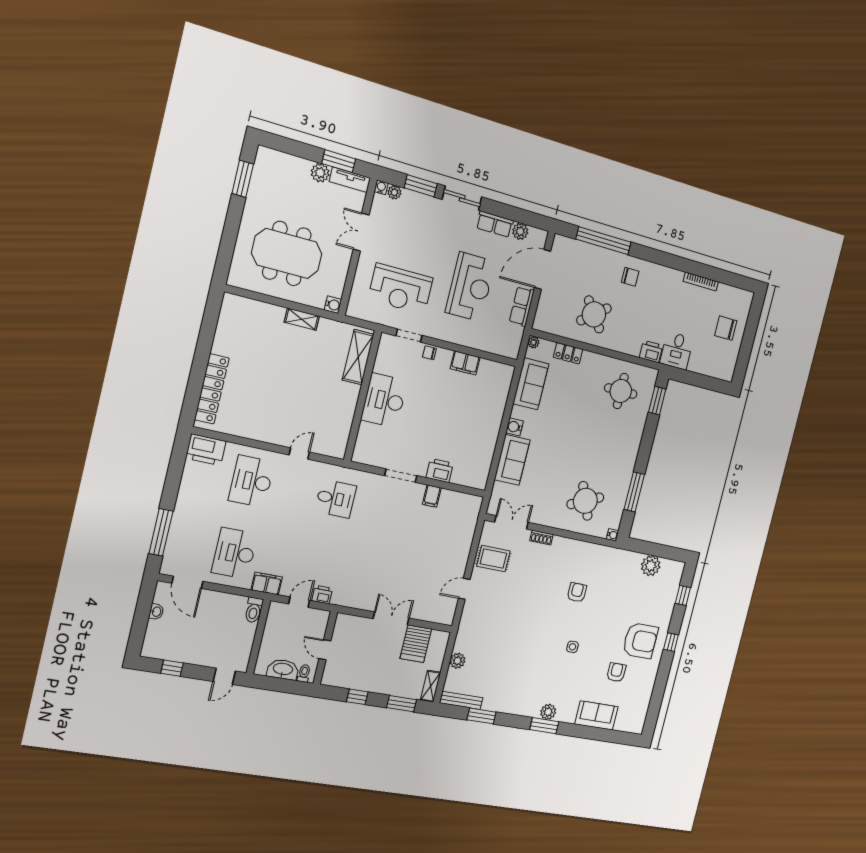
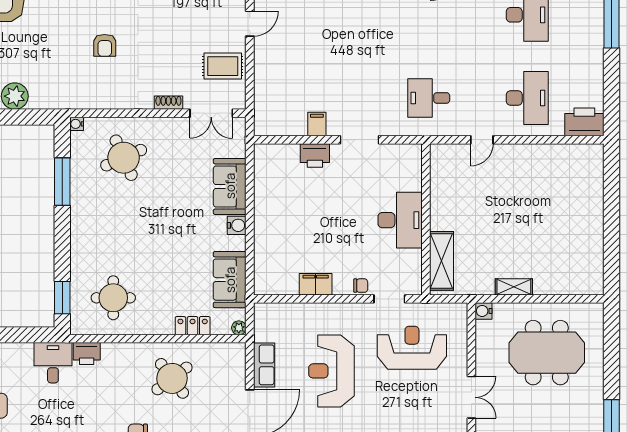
locker: (212, 389) -> (593, 189), removed

